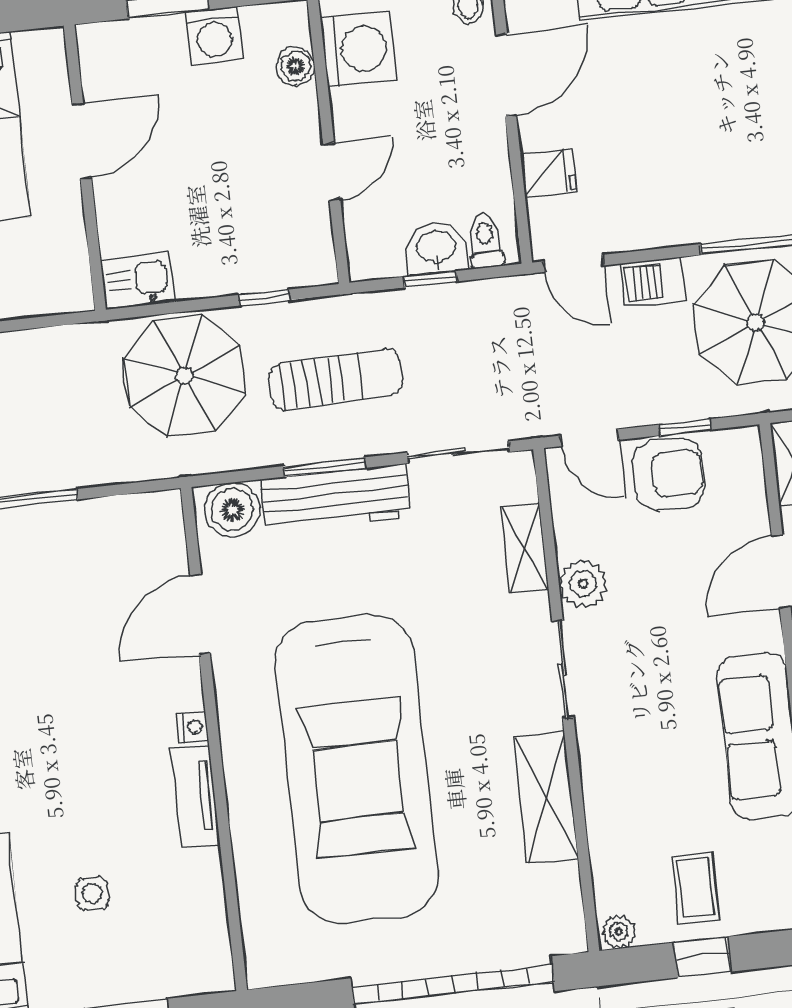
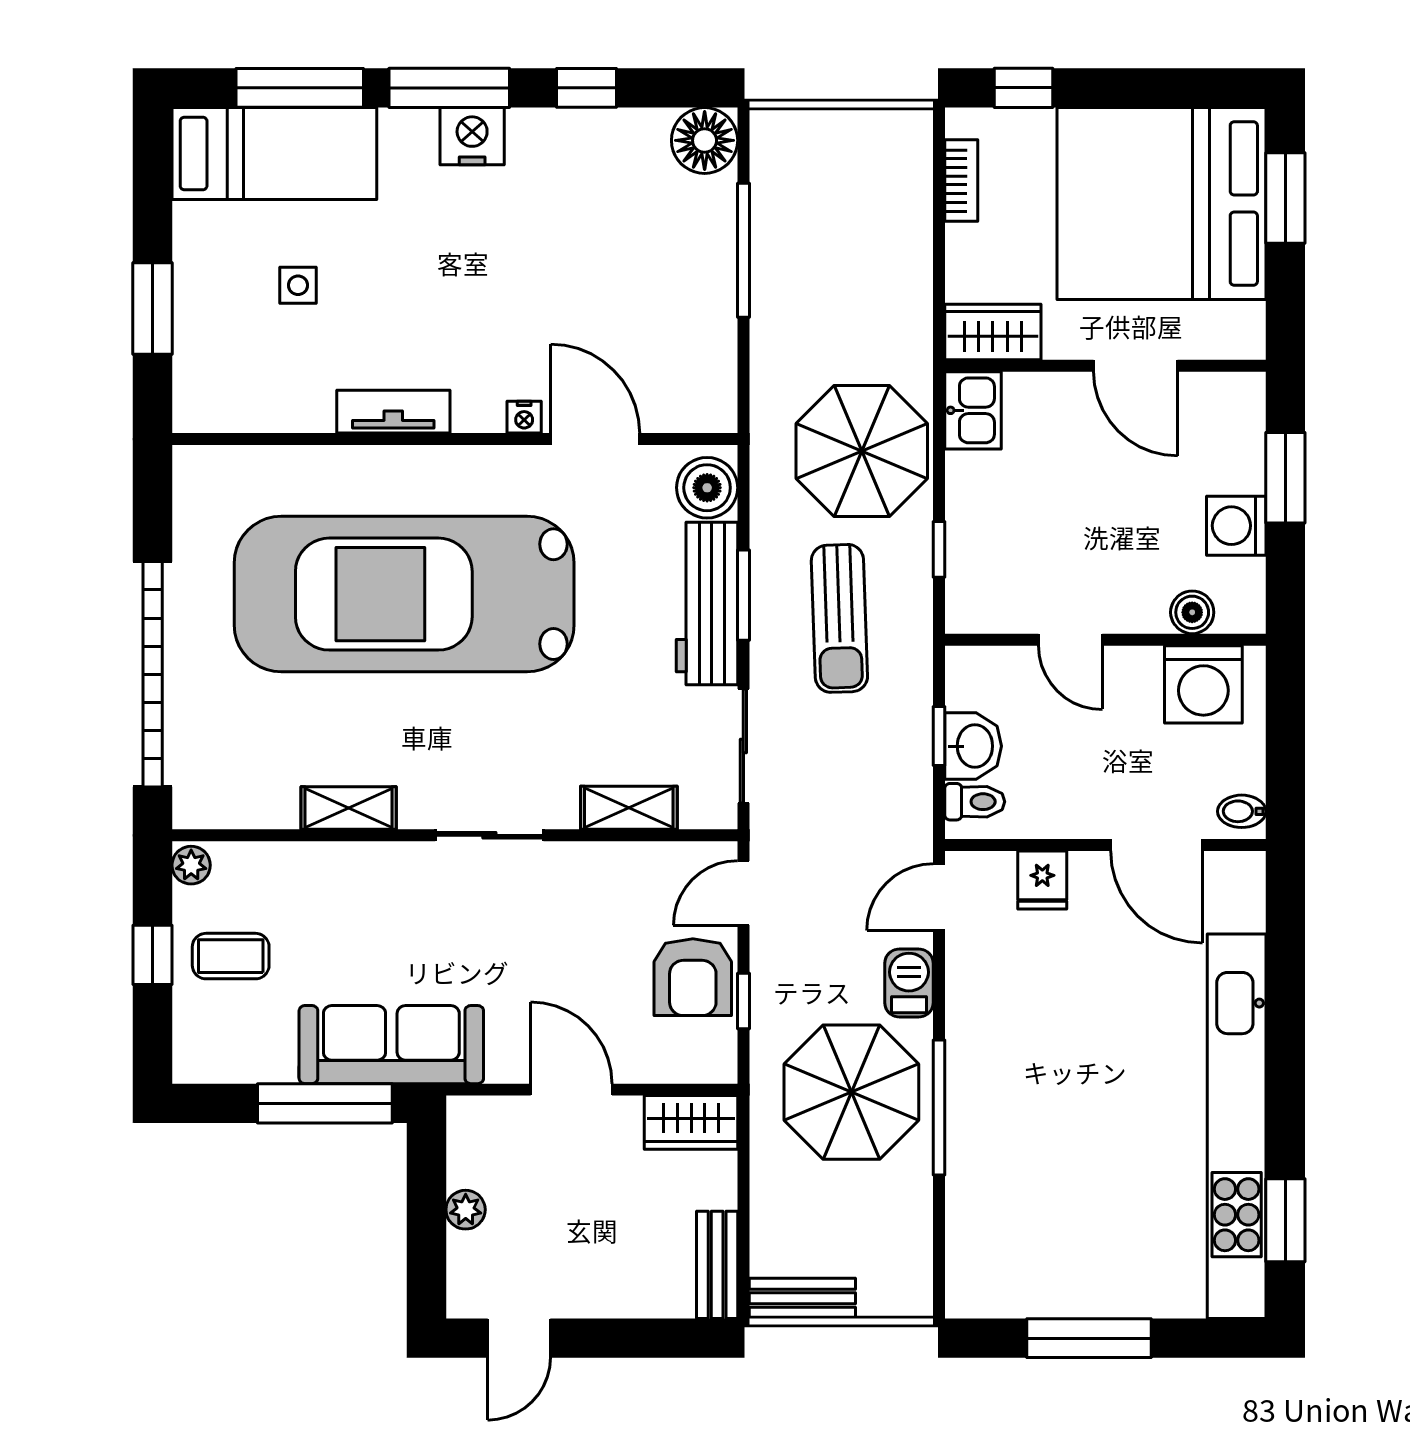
wardrobe: (66, 271) -> (993, 332), added
plant: (583, 584) -> (582, 868), removed
nightstand: (193, 727) -> (524, 417), moved
shelving: (546, 798) -> (349, 808), width x0.67, depth x0.75

